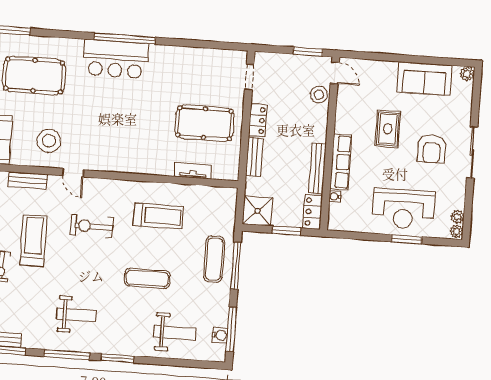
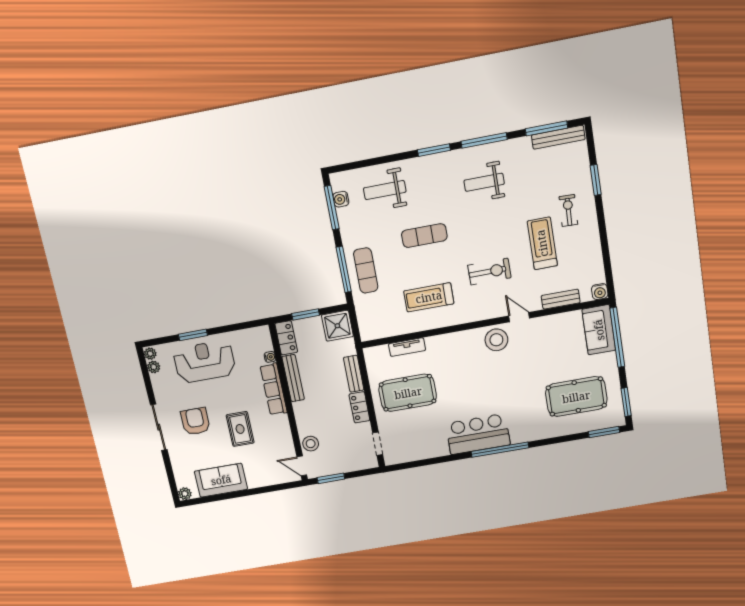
bar counter: (116, 59) -> (478, 434), moved
stool: (49, 141) -> (496, 340), moved
treadmill: (33, 241) -> (542, 243), turned 180

